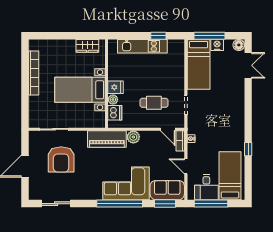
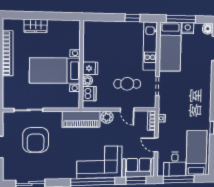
wardrobe: (87, 46) -> (36, 26), moved
kitchen unit: (142, 46) -> (150, 46), moved, turned 90
door: (168, 129) -> (127, 109), moved

